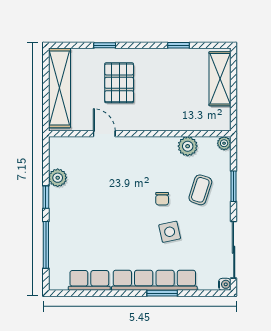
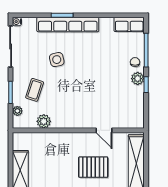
pallet: (119, 83) -> (93, 167), turned 90
plant: (224, 143) -> (17, 111), moved
plant: (58, 178) -> (138, 79), moved
chair: (162, 199) -> (135, 62), moved
row of seats: (89, 280) -> (129, 24), moved

